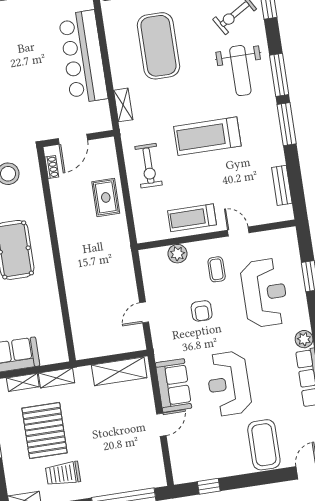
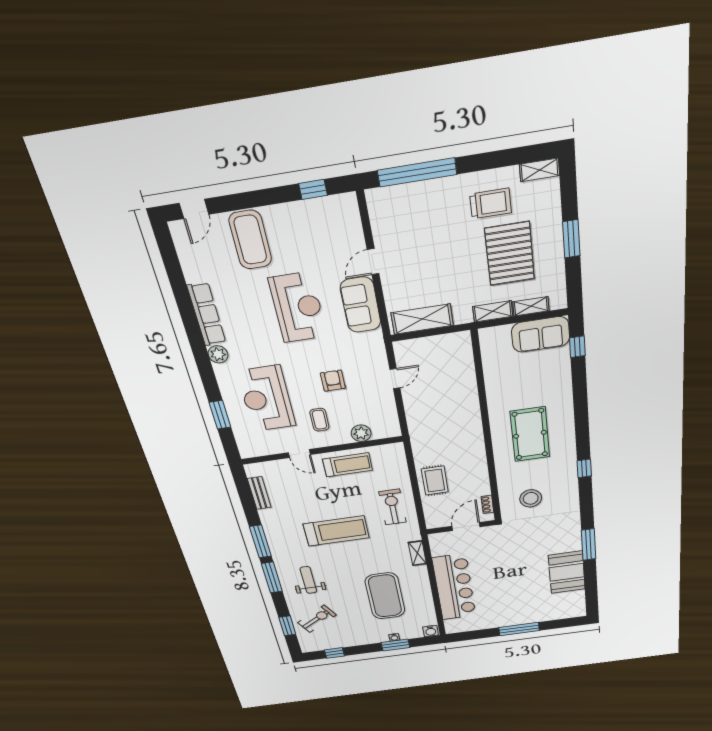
weight bench: (240, 71) -> (308, 580), width x0.73, depth x0.75

